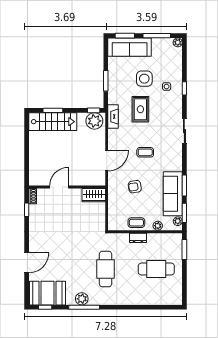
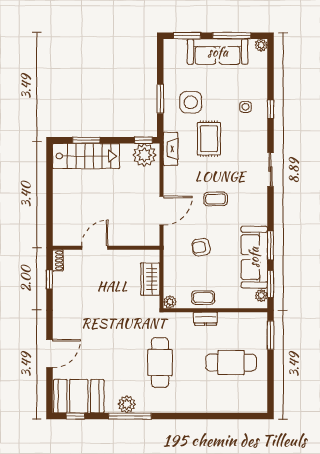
sofa: (130, 47) -> (218, 52), moved
side table: (144, 79) -> (191, 102), moved
wardrobe: (94, 195) -> (150, 279), moved, turned 90
plant: (158, 226) -> (170, 302), moved

